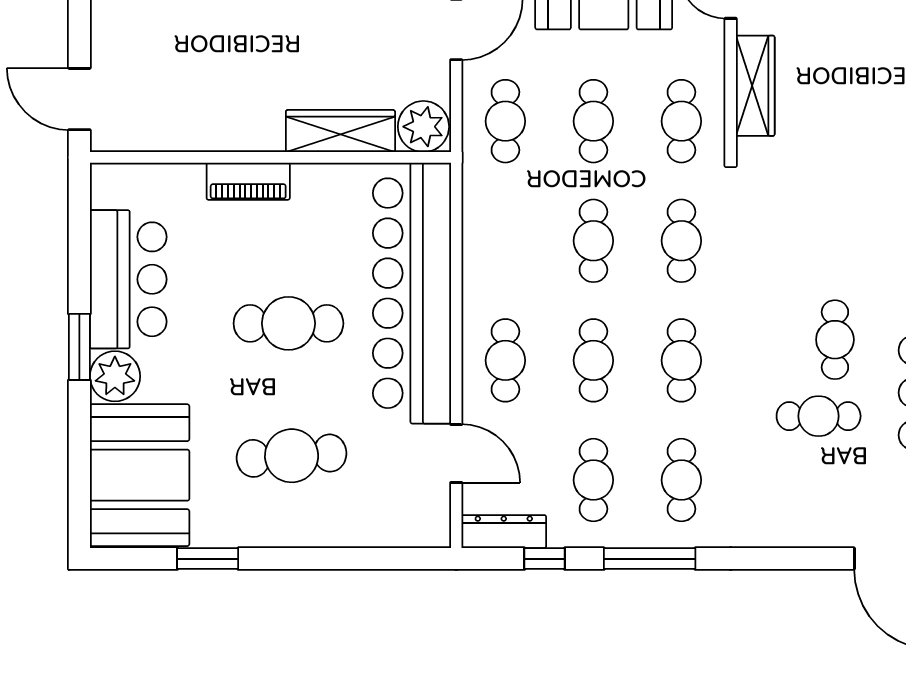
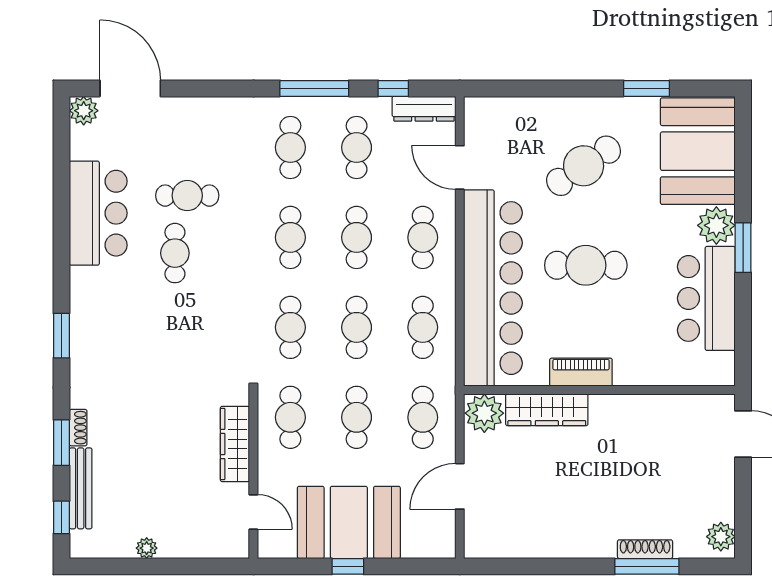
piano: (248, 181) -> (581, 372), moved
cafe table: (505, 241) -> (423, 327), added
cafe table: (292, 456) -> (584, 166), turned -30

